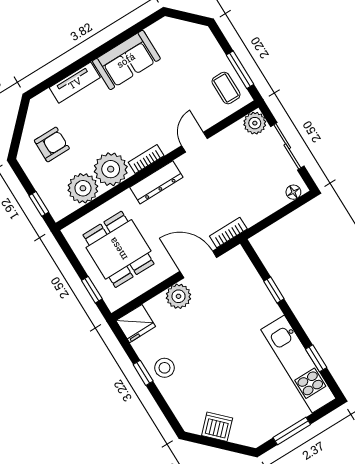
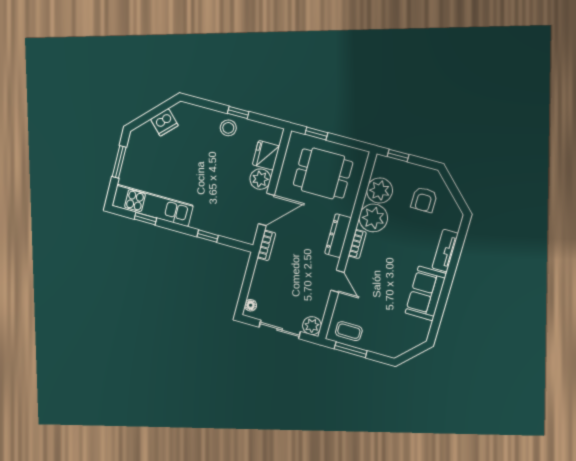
fridge: (136, 324) -> (266, 155), moved

